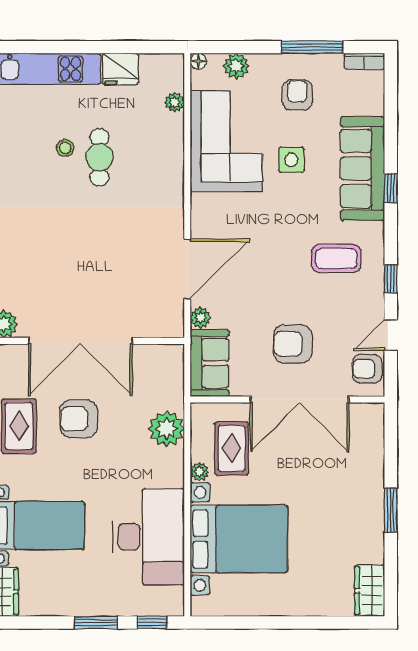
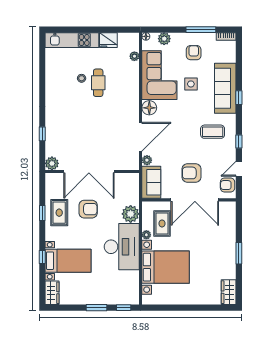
floor lamp: (205, 209) -> (149, 108), added
armchair: (79, 419) -> (88, 209), turned 180
desk: (148, 537) -> (122, 247), moved

